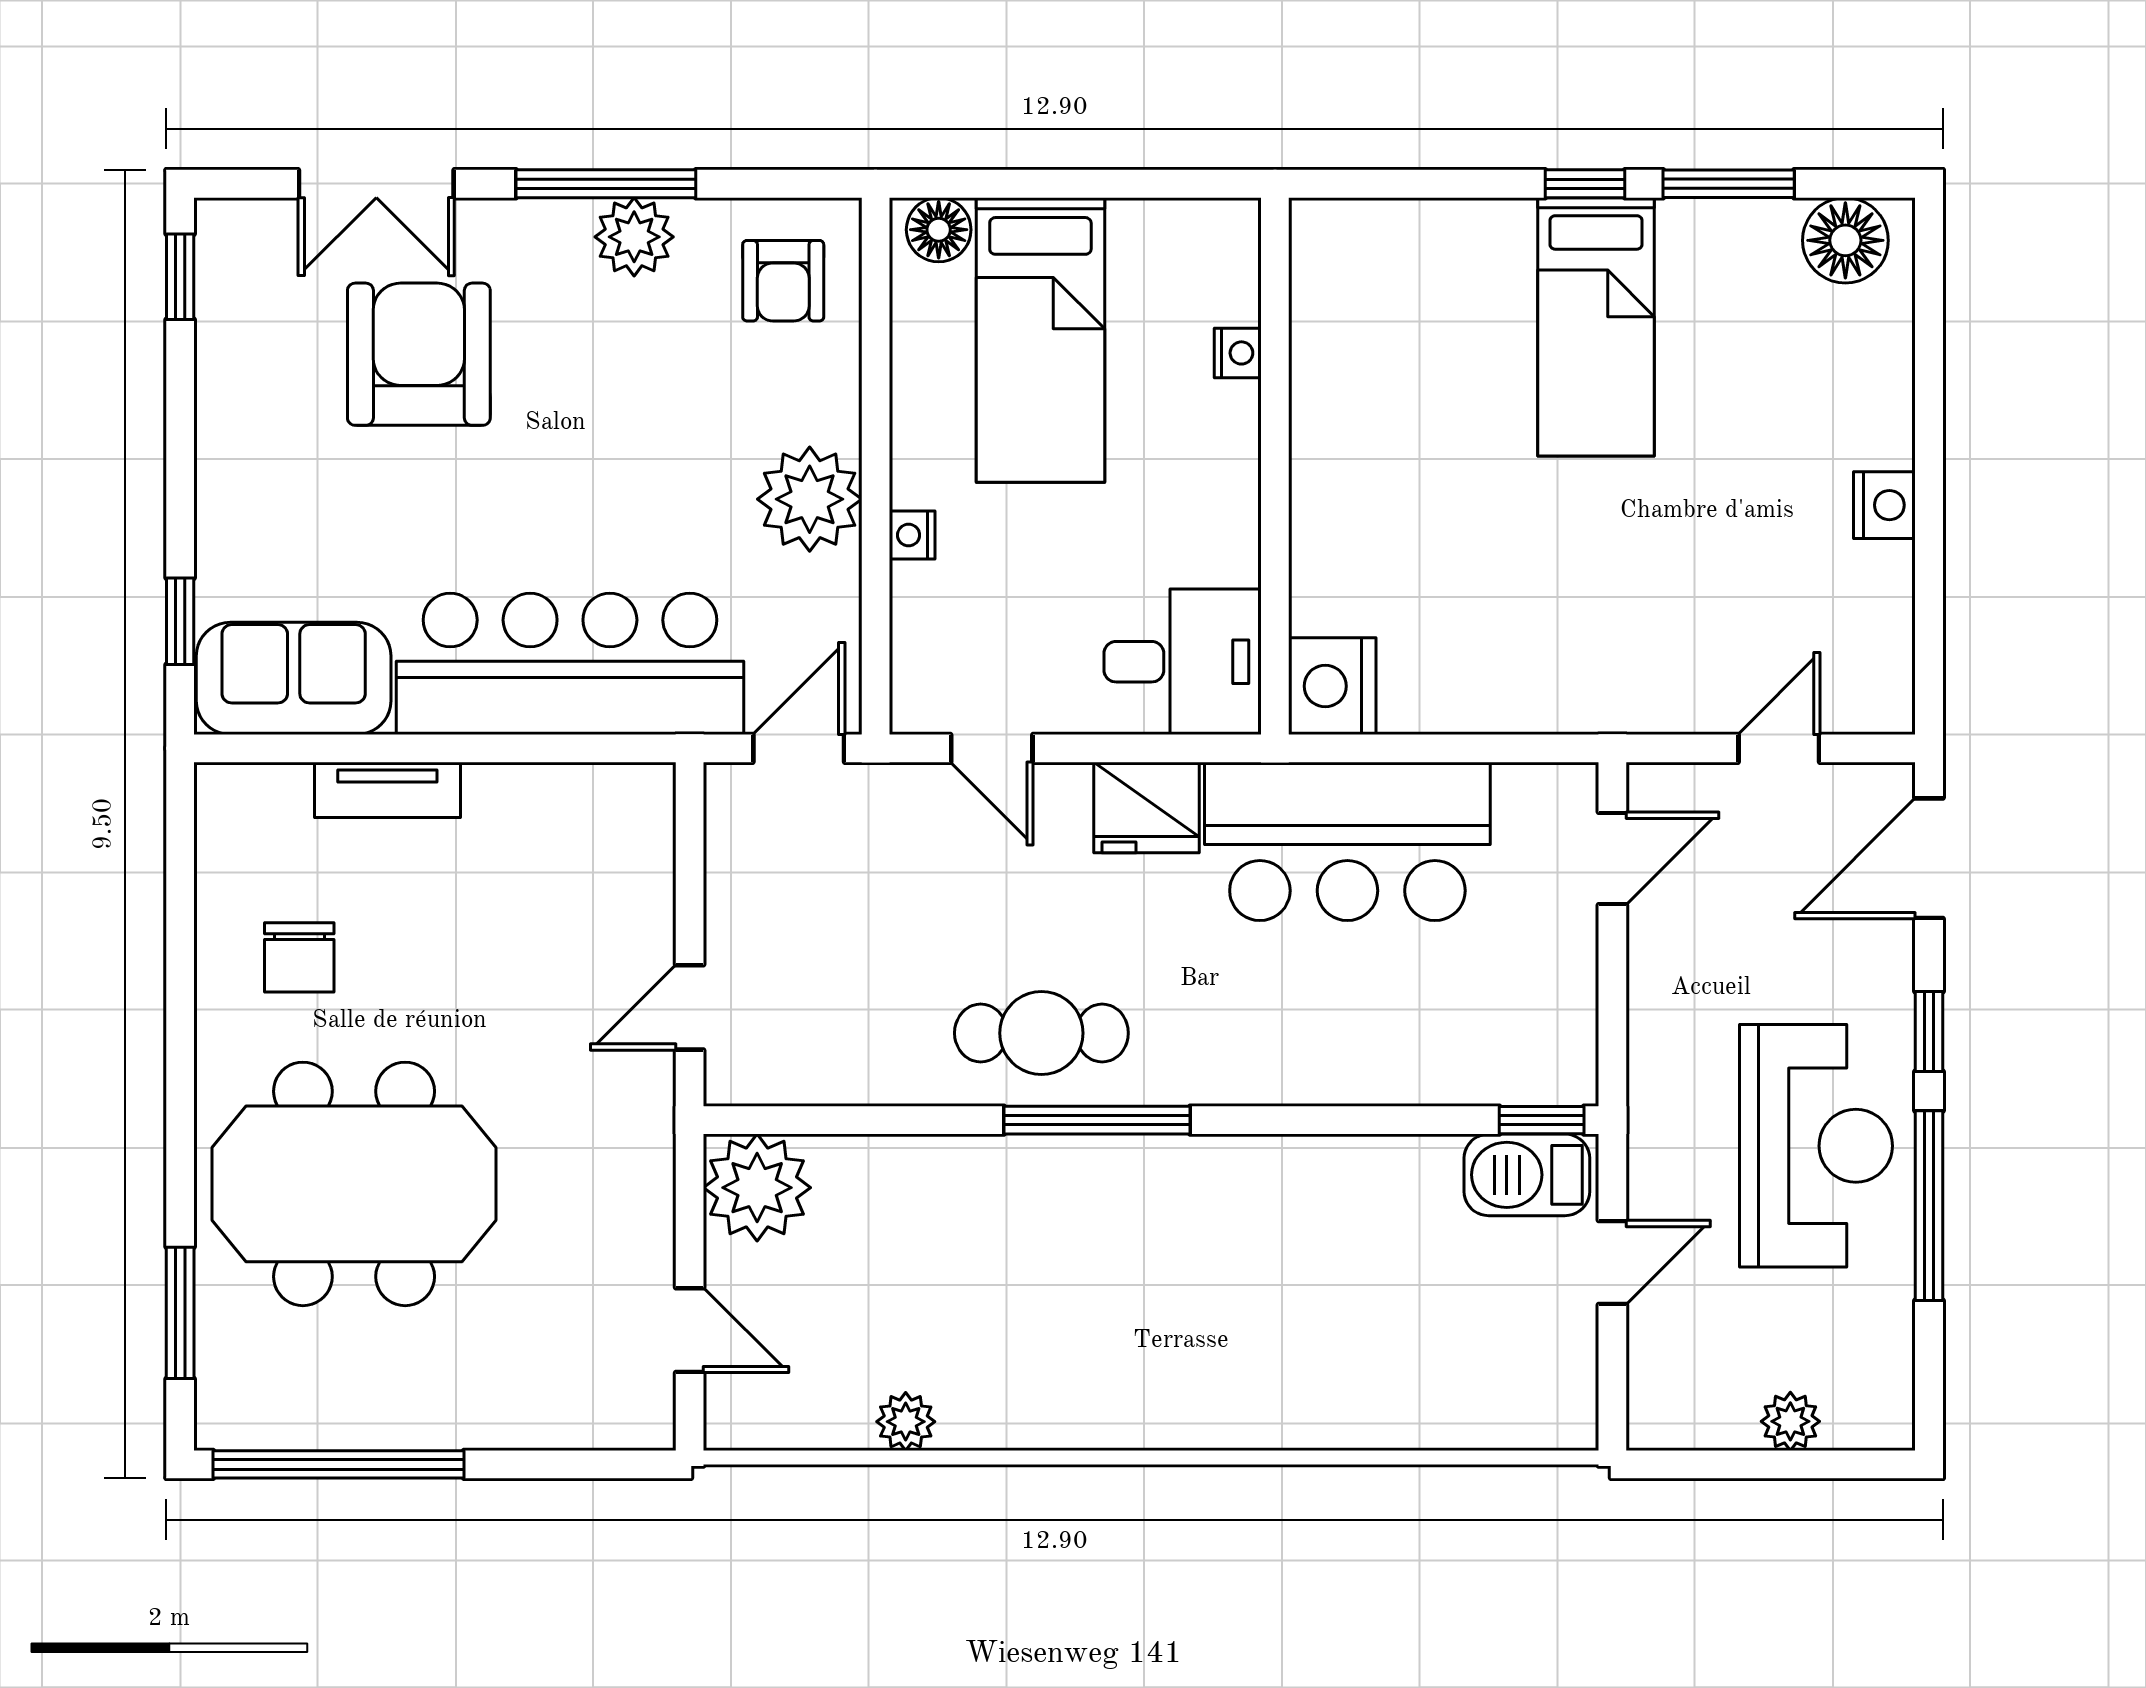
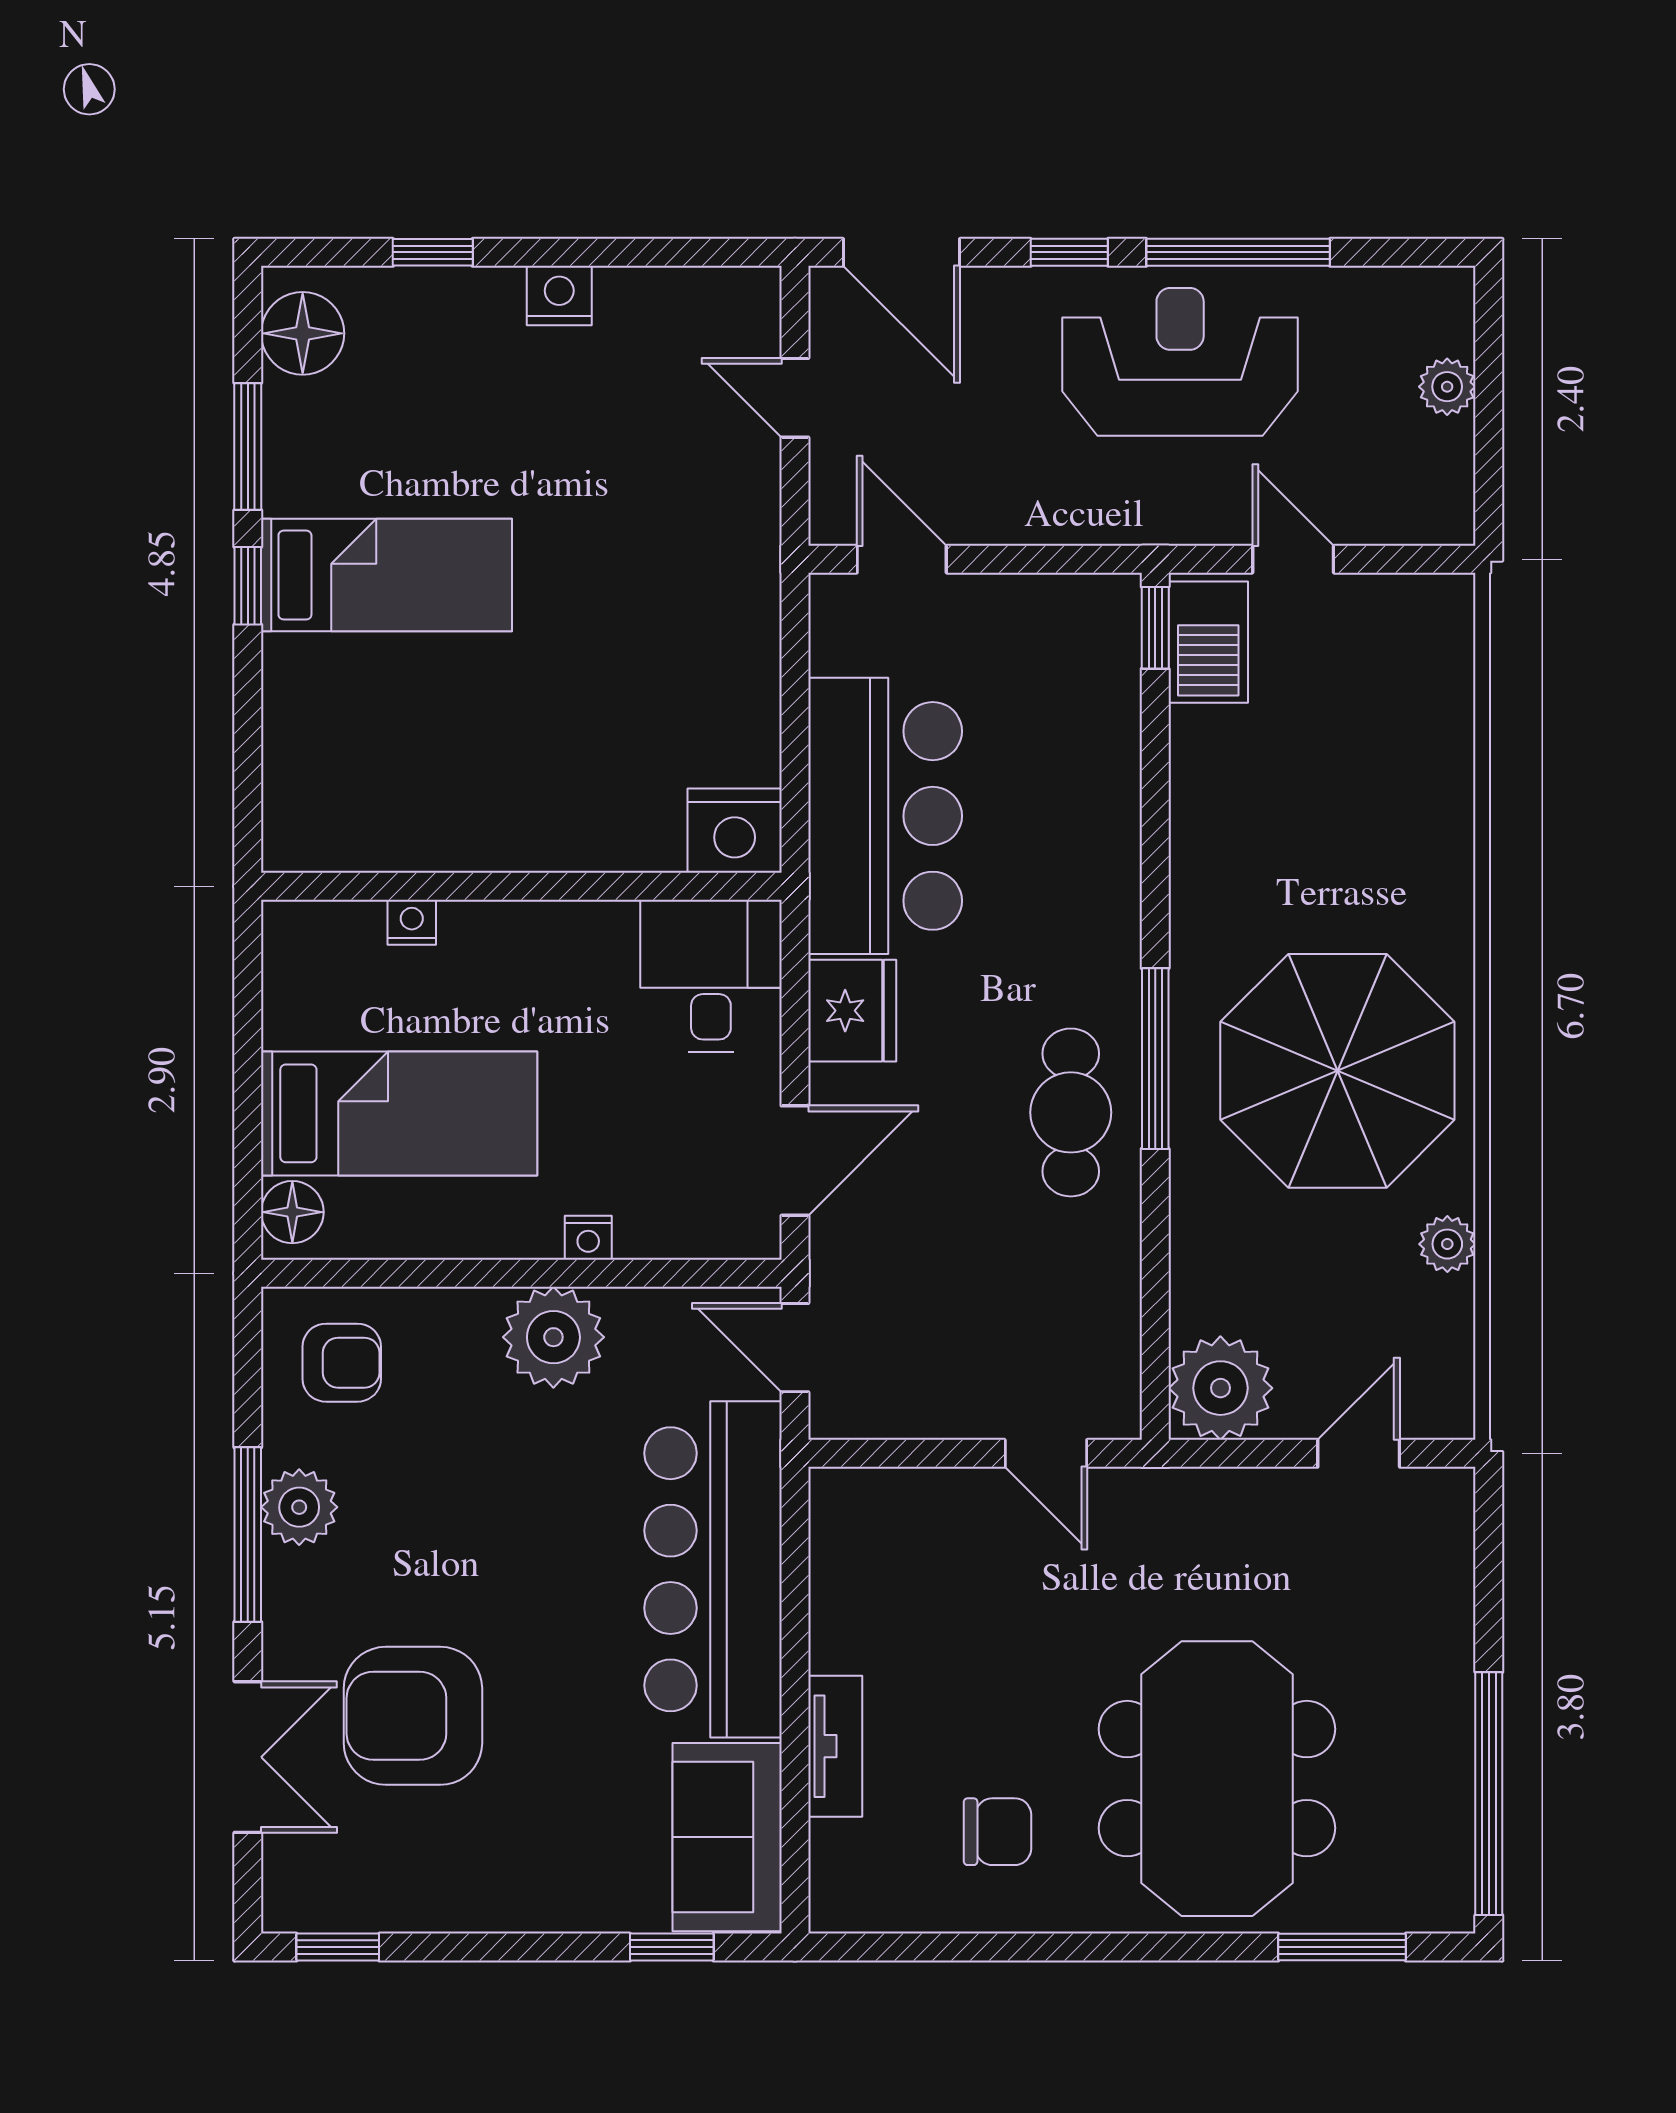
window: (1929, 375) -> (433, 252), added
door: (992, 748) -> (795, 1161), width x1.38
parasol: (1084, 1308) -> (1337, 1071), added

